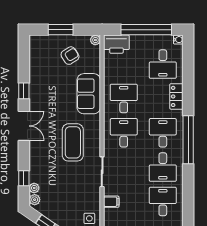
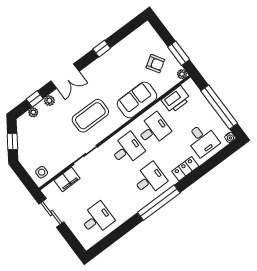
window: (61, 30) -> (179, 53), moved
printer: (116, 44) -> (176, 100), moved, turned -90
desk: (163, 64) -> (202, 140), turned -90
double door: (24, 126) -> (65, 76), moved
desk: (163, 167) -> (123, 199), removed
plant: (35, 200) -> (49, 101), moved
filing cabinet: (111, 202) -> (67, 179), width x2.00

